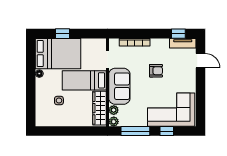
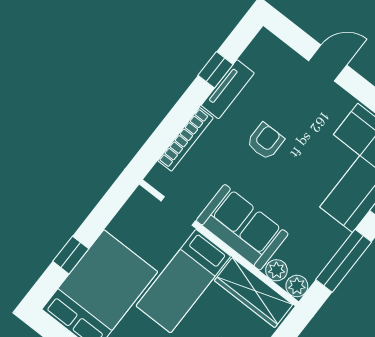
window: (178, 34) -> (215, 70), moved
tv unit: (183, 43) -> (228, 89), moved
door: (200, 61) -> (328, 63), moved

